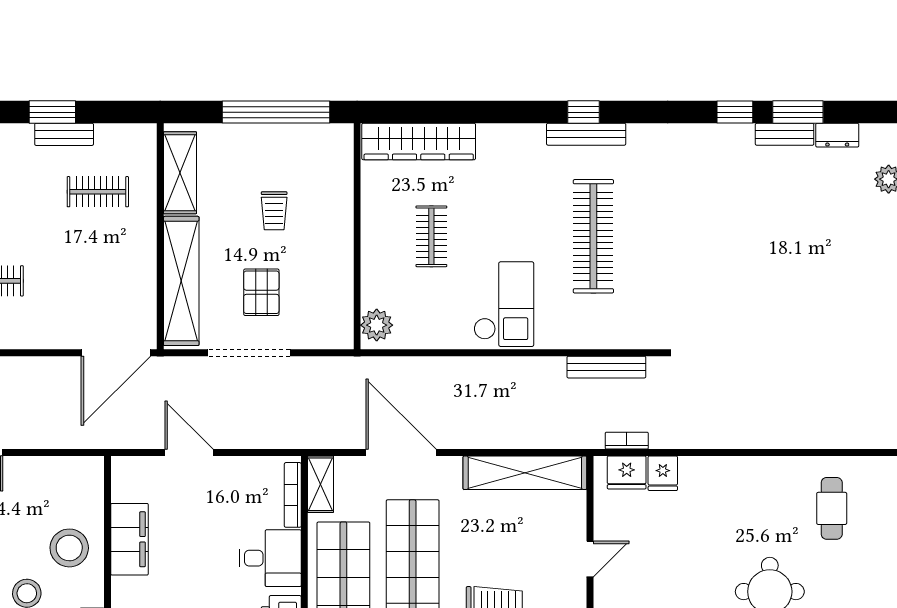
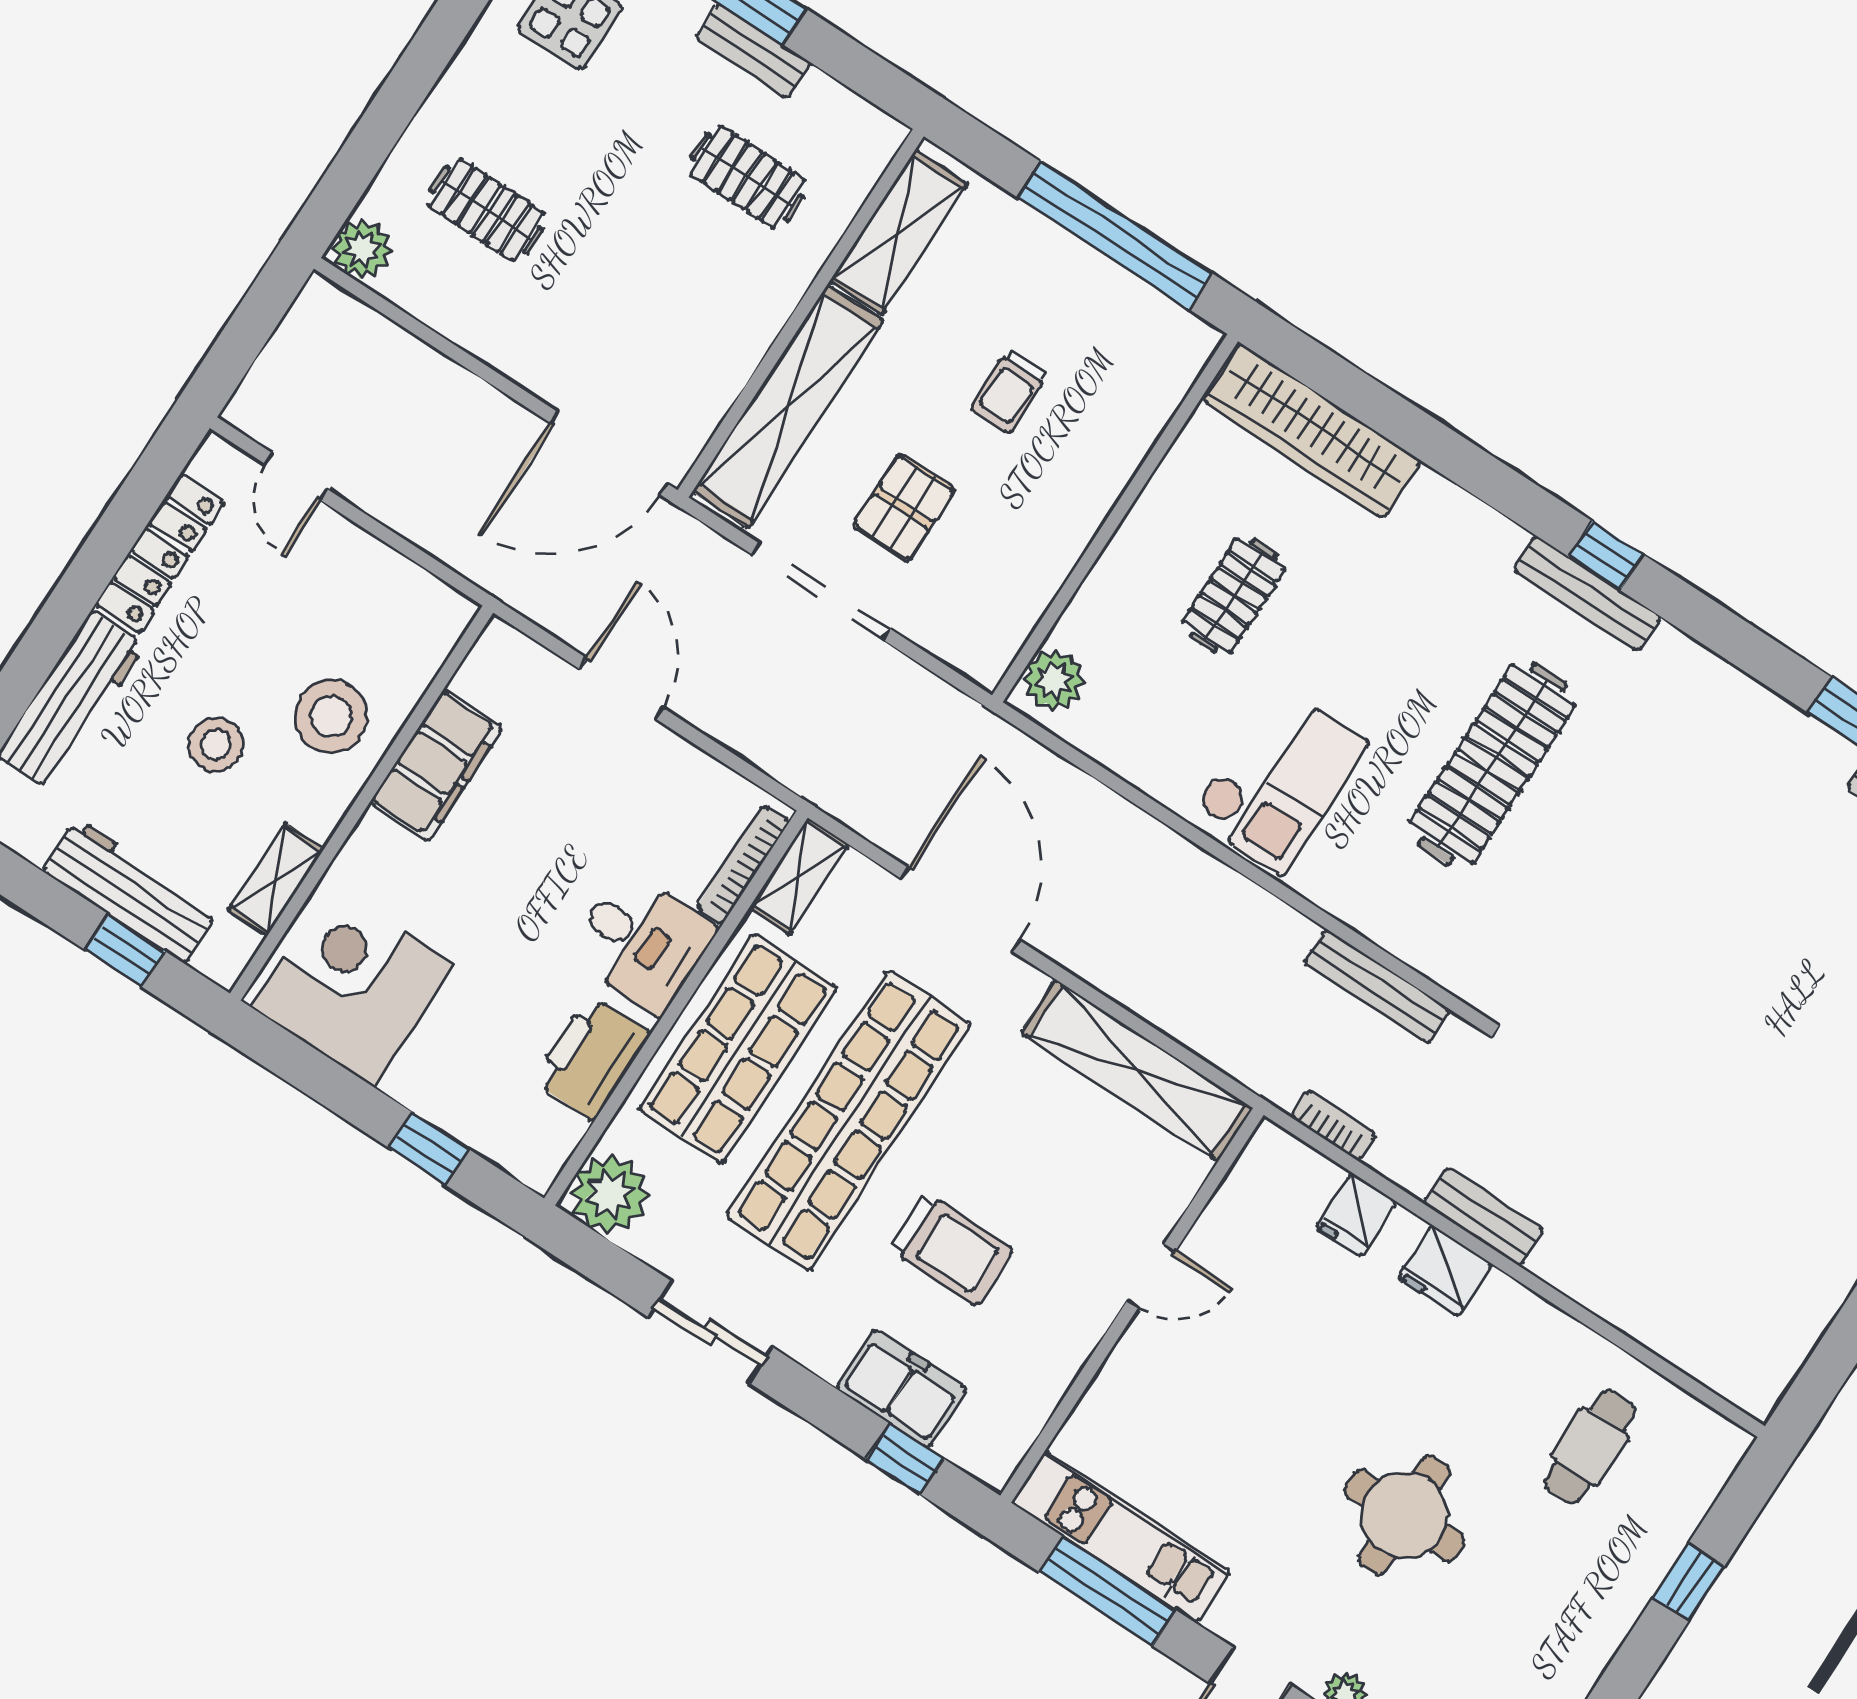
bench: (719, 438) -> (1484, 1217), added
fridge: (627, 473) -> (1445, 1271), moved

